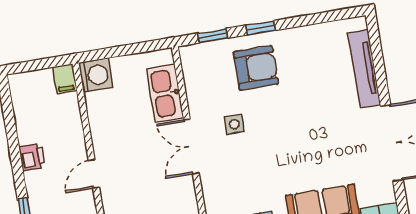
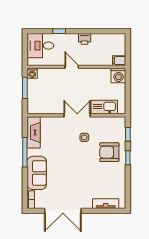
armchair: (256, 68) -> (109, 152), turned 90
tv unit: (364, 69) -> (106, 204), width x0.71

